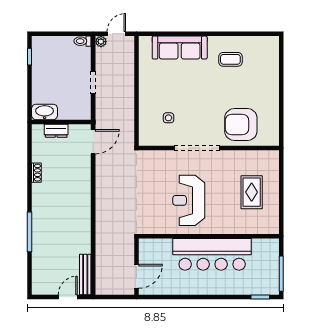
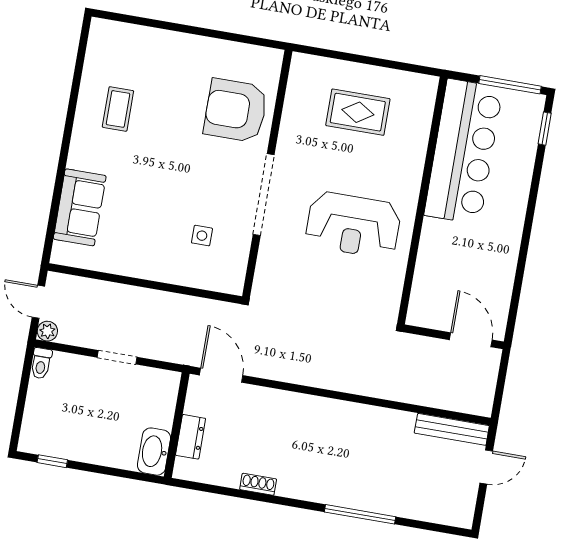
sofa: (180, 48) -> (80, 207), width x0.73
armchair: (241, 125) -> (236, 110), turned 90
bar counter: (212, 254) -> (464, 151), moved
door: (68, 297) -> (486, 467), swing flipped

